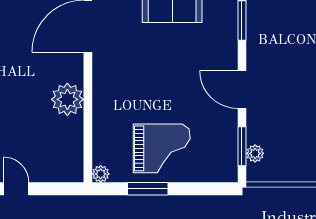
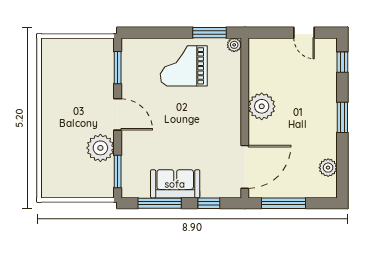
plant: (255, 153) -> (100, 148), moved, width x1.87, depth x1.87
window: (148, 189) -> (210, 33), moved

